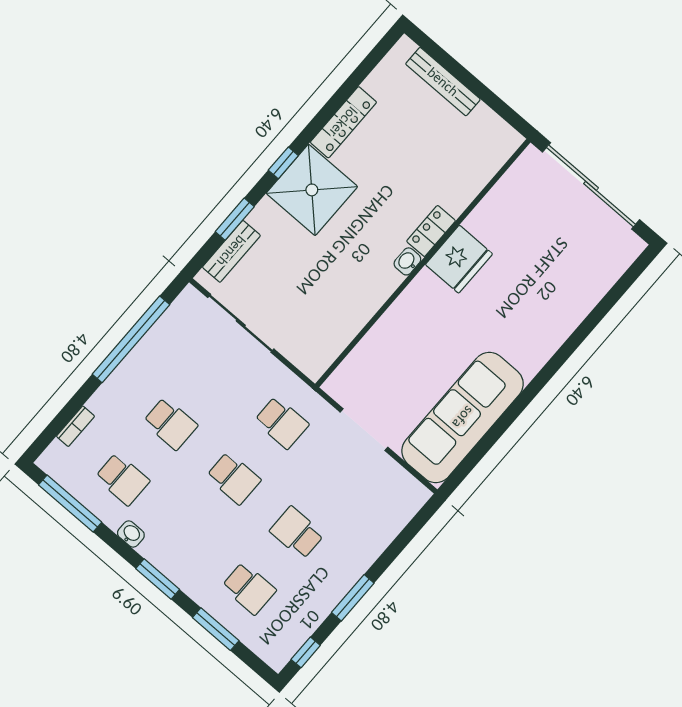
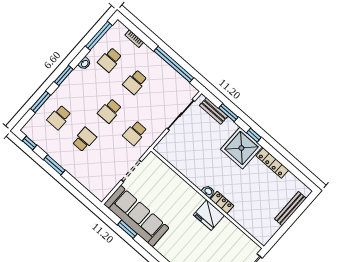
window: (492, 437) -> (127, 229), added

